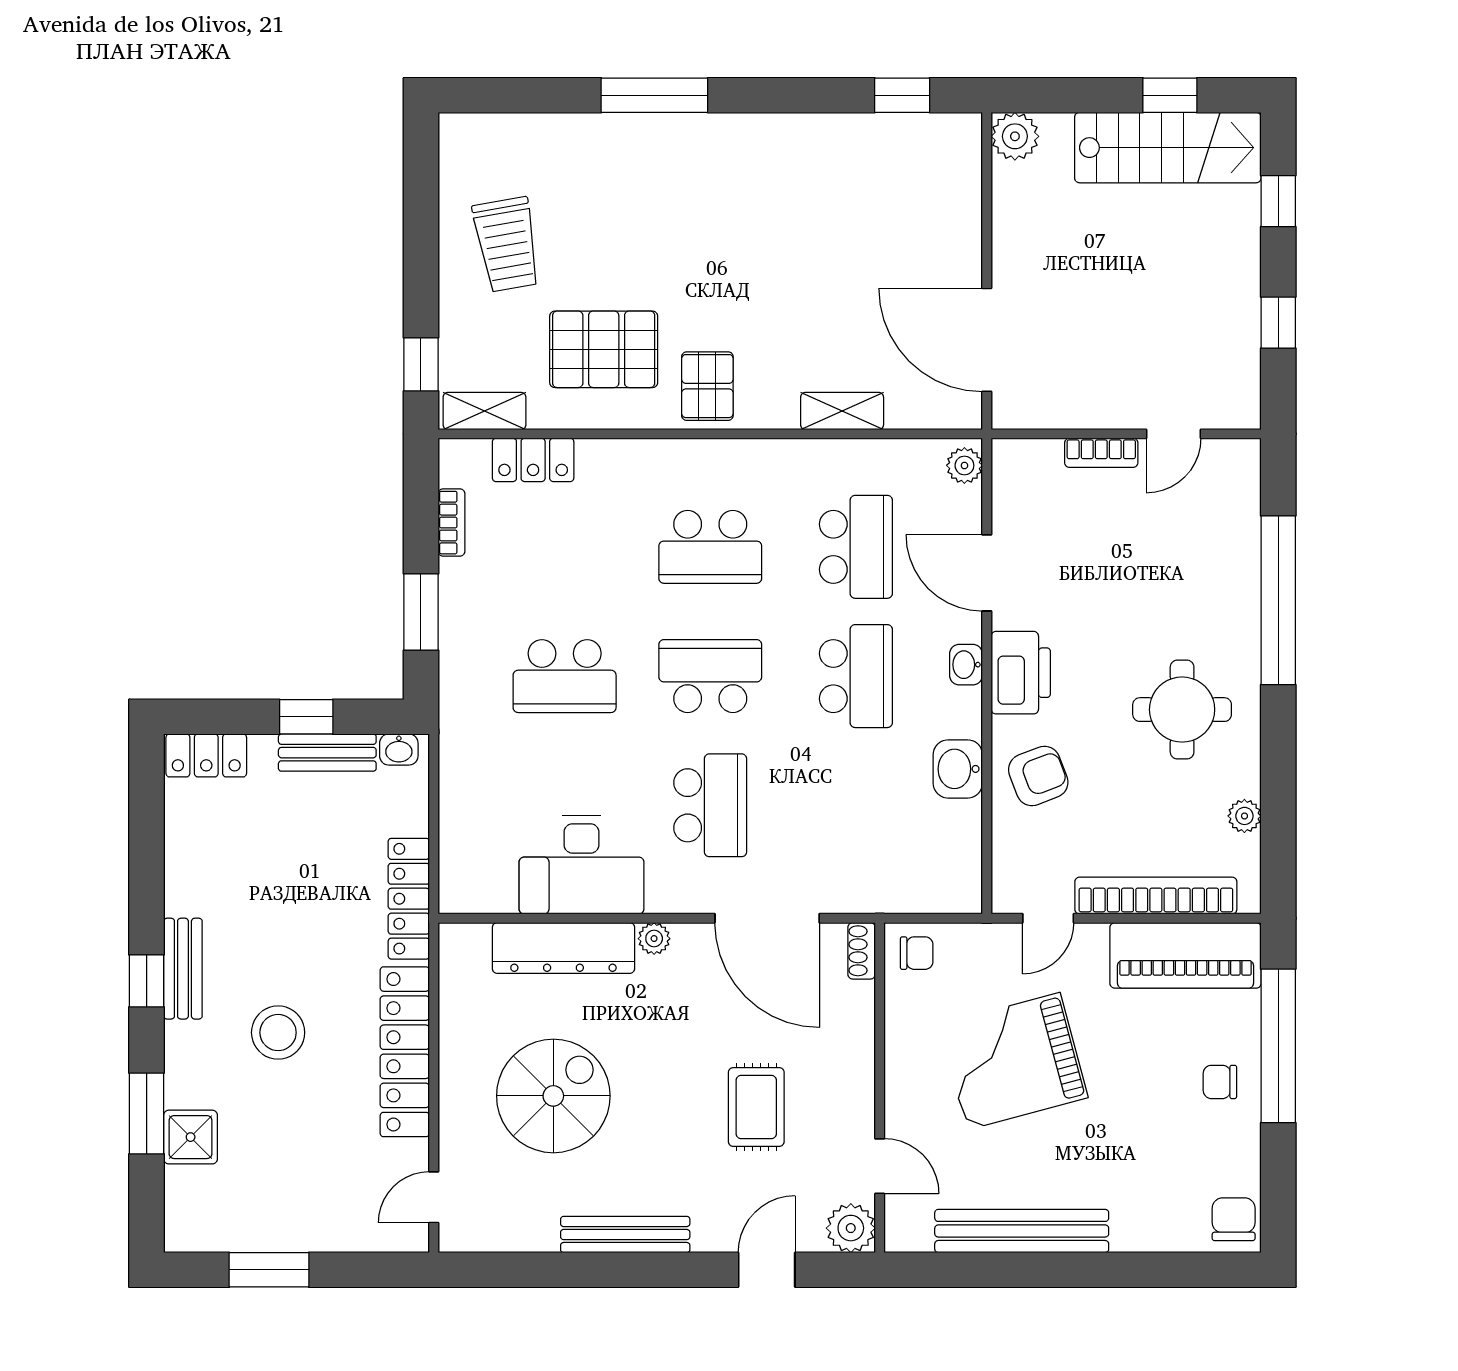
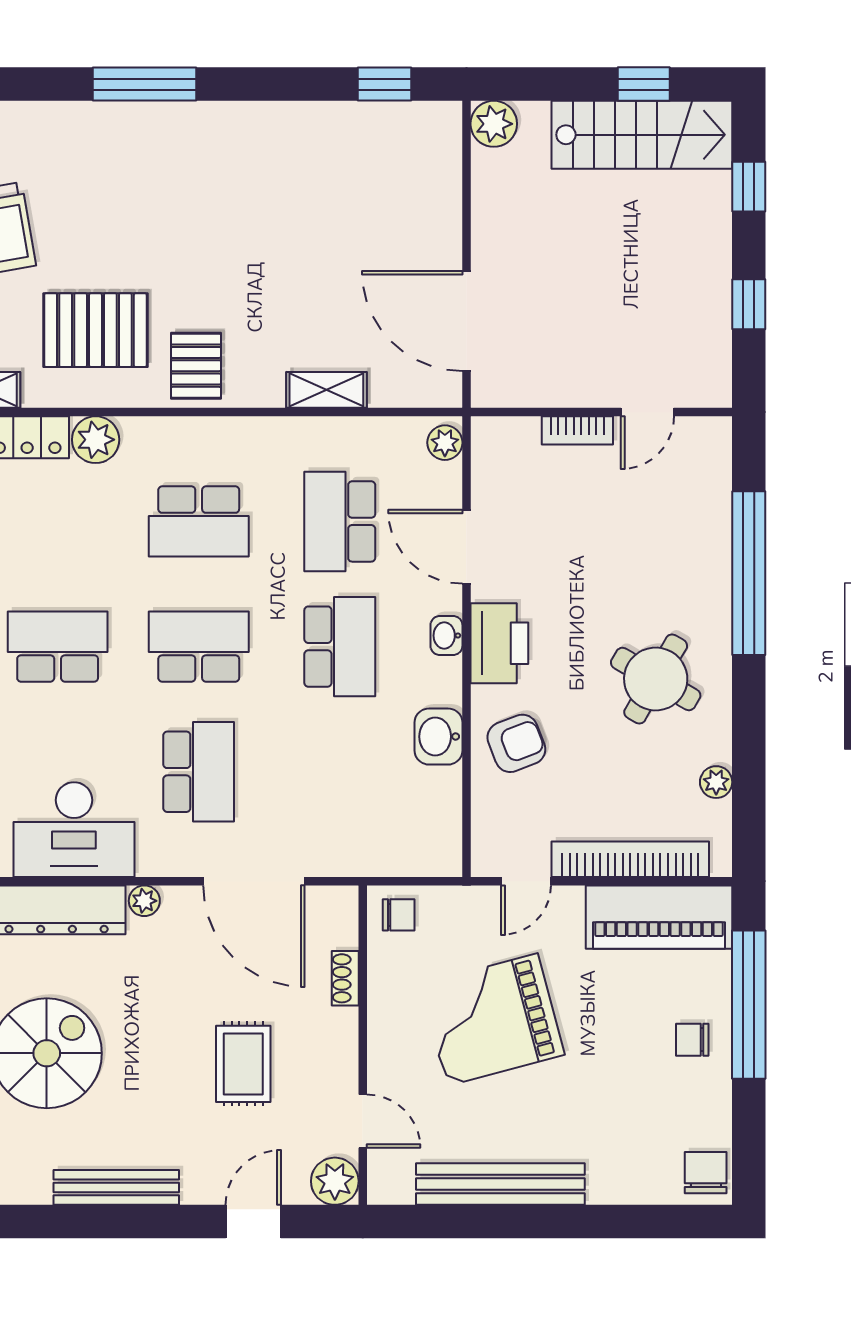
plant: (604, 462) -> (96, 440), added
school desk: (856, 547) -> (340, 521), turned 180
school desk: (565, 676) -> (58, 647), turned 180
round table: (1182, 710) -> (656, 679), turned 30
shoe rack: (862, 951) -> (345, 978), moved

